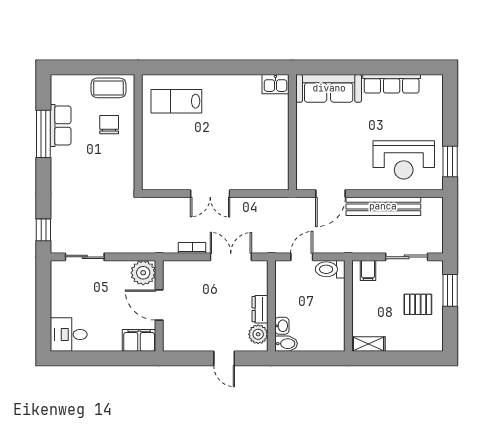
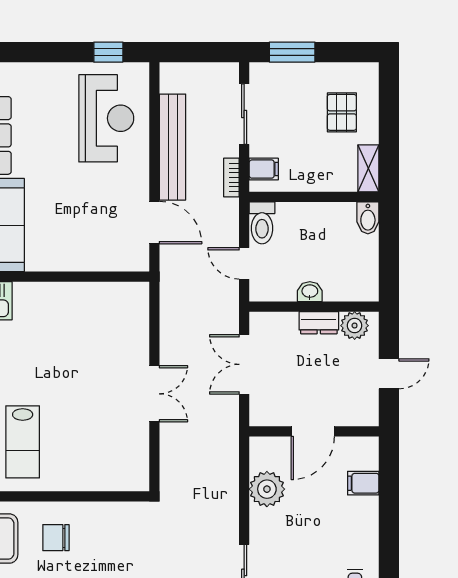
window: (450, 161) -> (108, 52), width x0.67
bookcase: (192, 248) -> (231, 178), moved
pallet: (418, 304) -> (342, 112), moved
door: (159, 305) -> (313, 431), moved
wall: (159, 306) -> (314, 431), moved
washbasin: (282, 326) -> (310, 292), moved
filing cabinet: (139, 340) -> (363, 483), width x0.50
bidet: (286, 344) -> (368, 218), moved, turned 180

